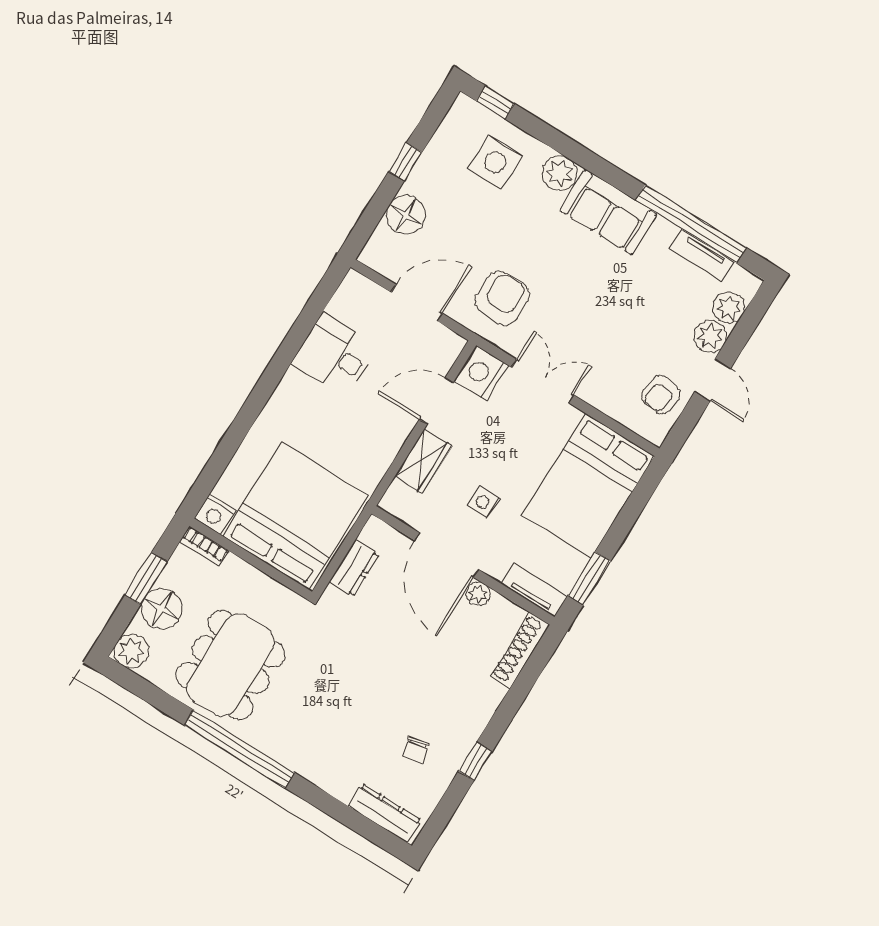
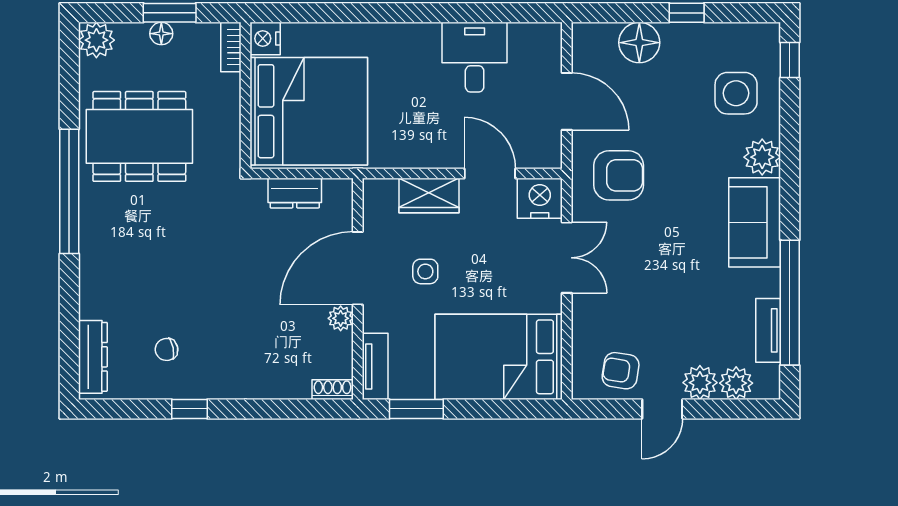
floor lamp: (162, 609) -> (161, 34), width x0.53, depth x0.53
shoe rack: (520, 651) -> (333, 390), width x0.51, depth x0.81

